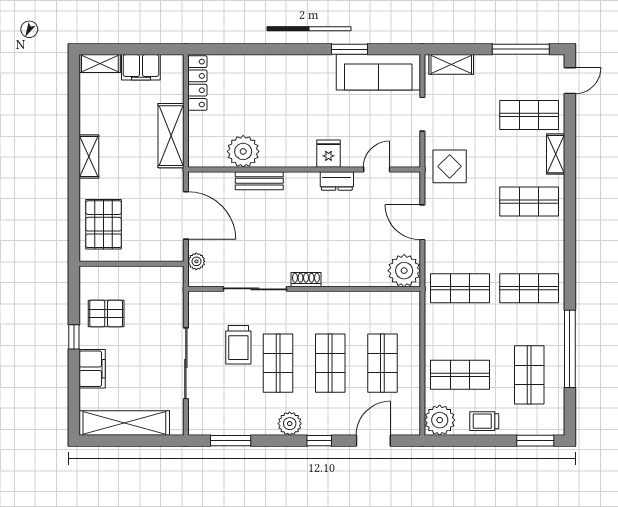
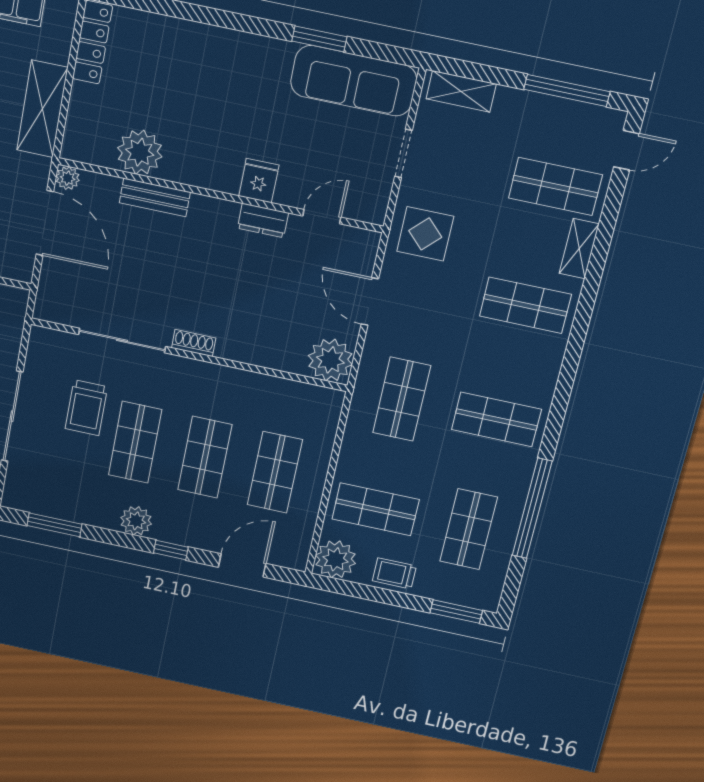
plant: (196, 261) -> (68, 178), moved
shop shelf: (460, 288) -> (402, 399), turned 90

